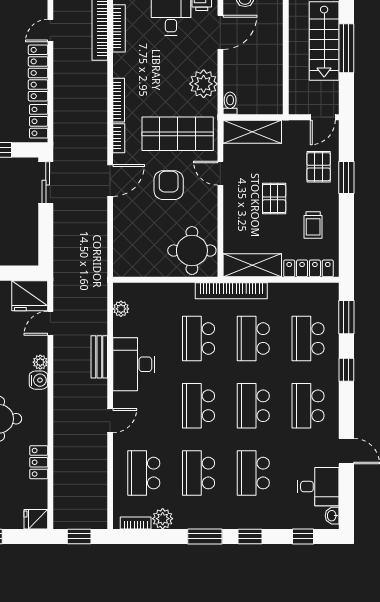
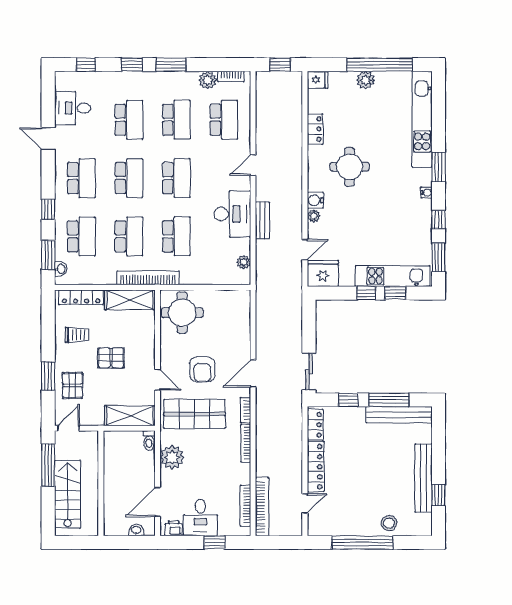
window: (346, 48) -> (48, 465), moved
pallet: (274, 198) -> (111, 358), turned 90
trolley: (313, 225) -> (77, 335), turned 90
washbasin: (332, 516) -> (61, 269), moved

